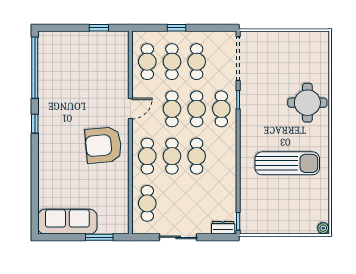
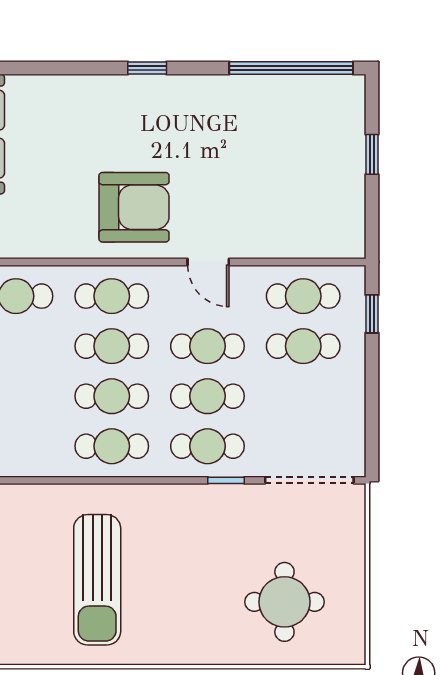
window: (99, 28) -> (372, 154), moved
window: (177, 28) -> (372, 314), moved
cafe table: (197, 62) -> (112, 446), moved
round table: (307, 103) -> (284, 602), moved
window: (35, 124) -> (147, 68), moved
armchair: (103, 145) -> (134, 207), turned 95

